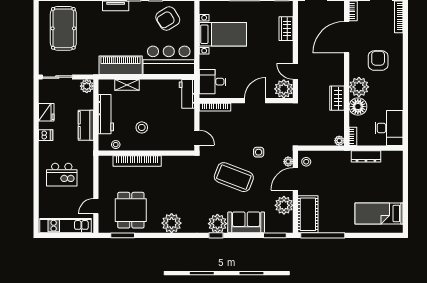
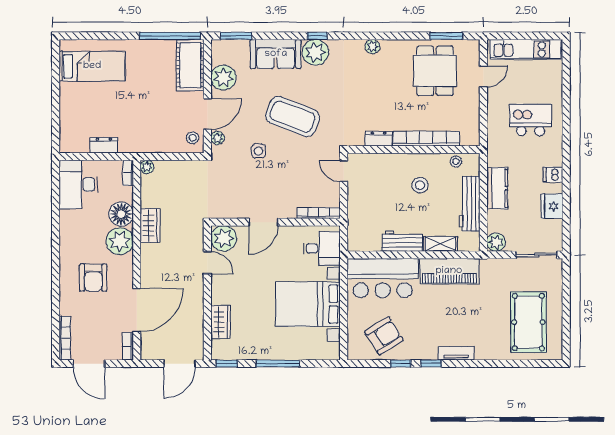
bed with nightstands: (223, 34) -> (308, 304), width x1.36
workbench: (187, 94) -> (402, 241), moved, turned -90
dresser: (366, 156) -> (104, 145), width x0.70
dresser: (172, 161) -> (379, 139), added
plant: (172, 223) -> (372, 47), width x0.53, depth x0.53

